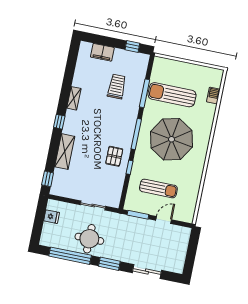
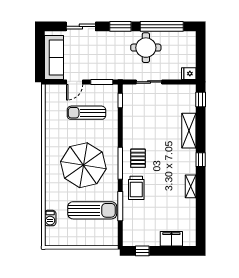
trolley: (117, 86) -> (136, 188), moved
pallet: (114, 156) -> (138, 158), moved
window: (129, 167) -> (120, 101), moved
fridge: (52, 217) -> (189, 74), moved
sofa: (179, 247) -> (54, 58), added

